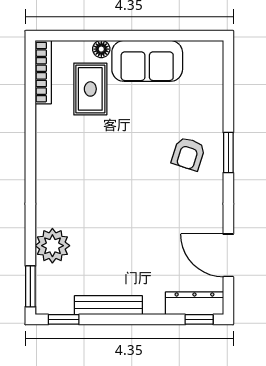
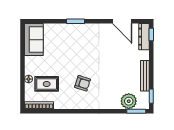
sofa: (147, 61) -> (34, 40), moved
armchair: (188, 154) -> (83, 83), moved
plant: (52, 246) -> (129, 101), moved
door: (228, 255) -> (122, 21), hinge flipped

